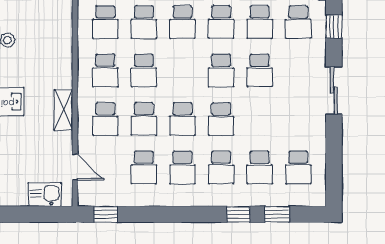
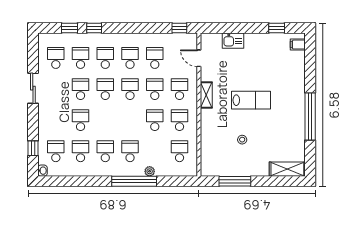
school desk: (144, 22) -> (155, 151), removed
school desk: (221, 70) -> (81, 89), moved
sliding door: (334, 90) -> (33, 88), moved
kitchen sink: (45, 195) -> (233, 41), moved

